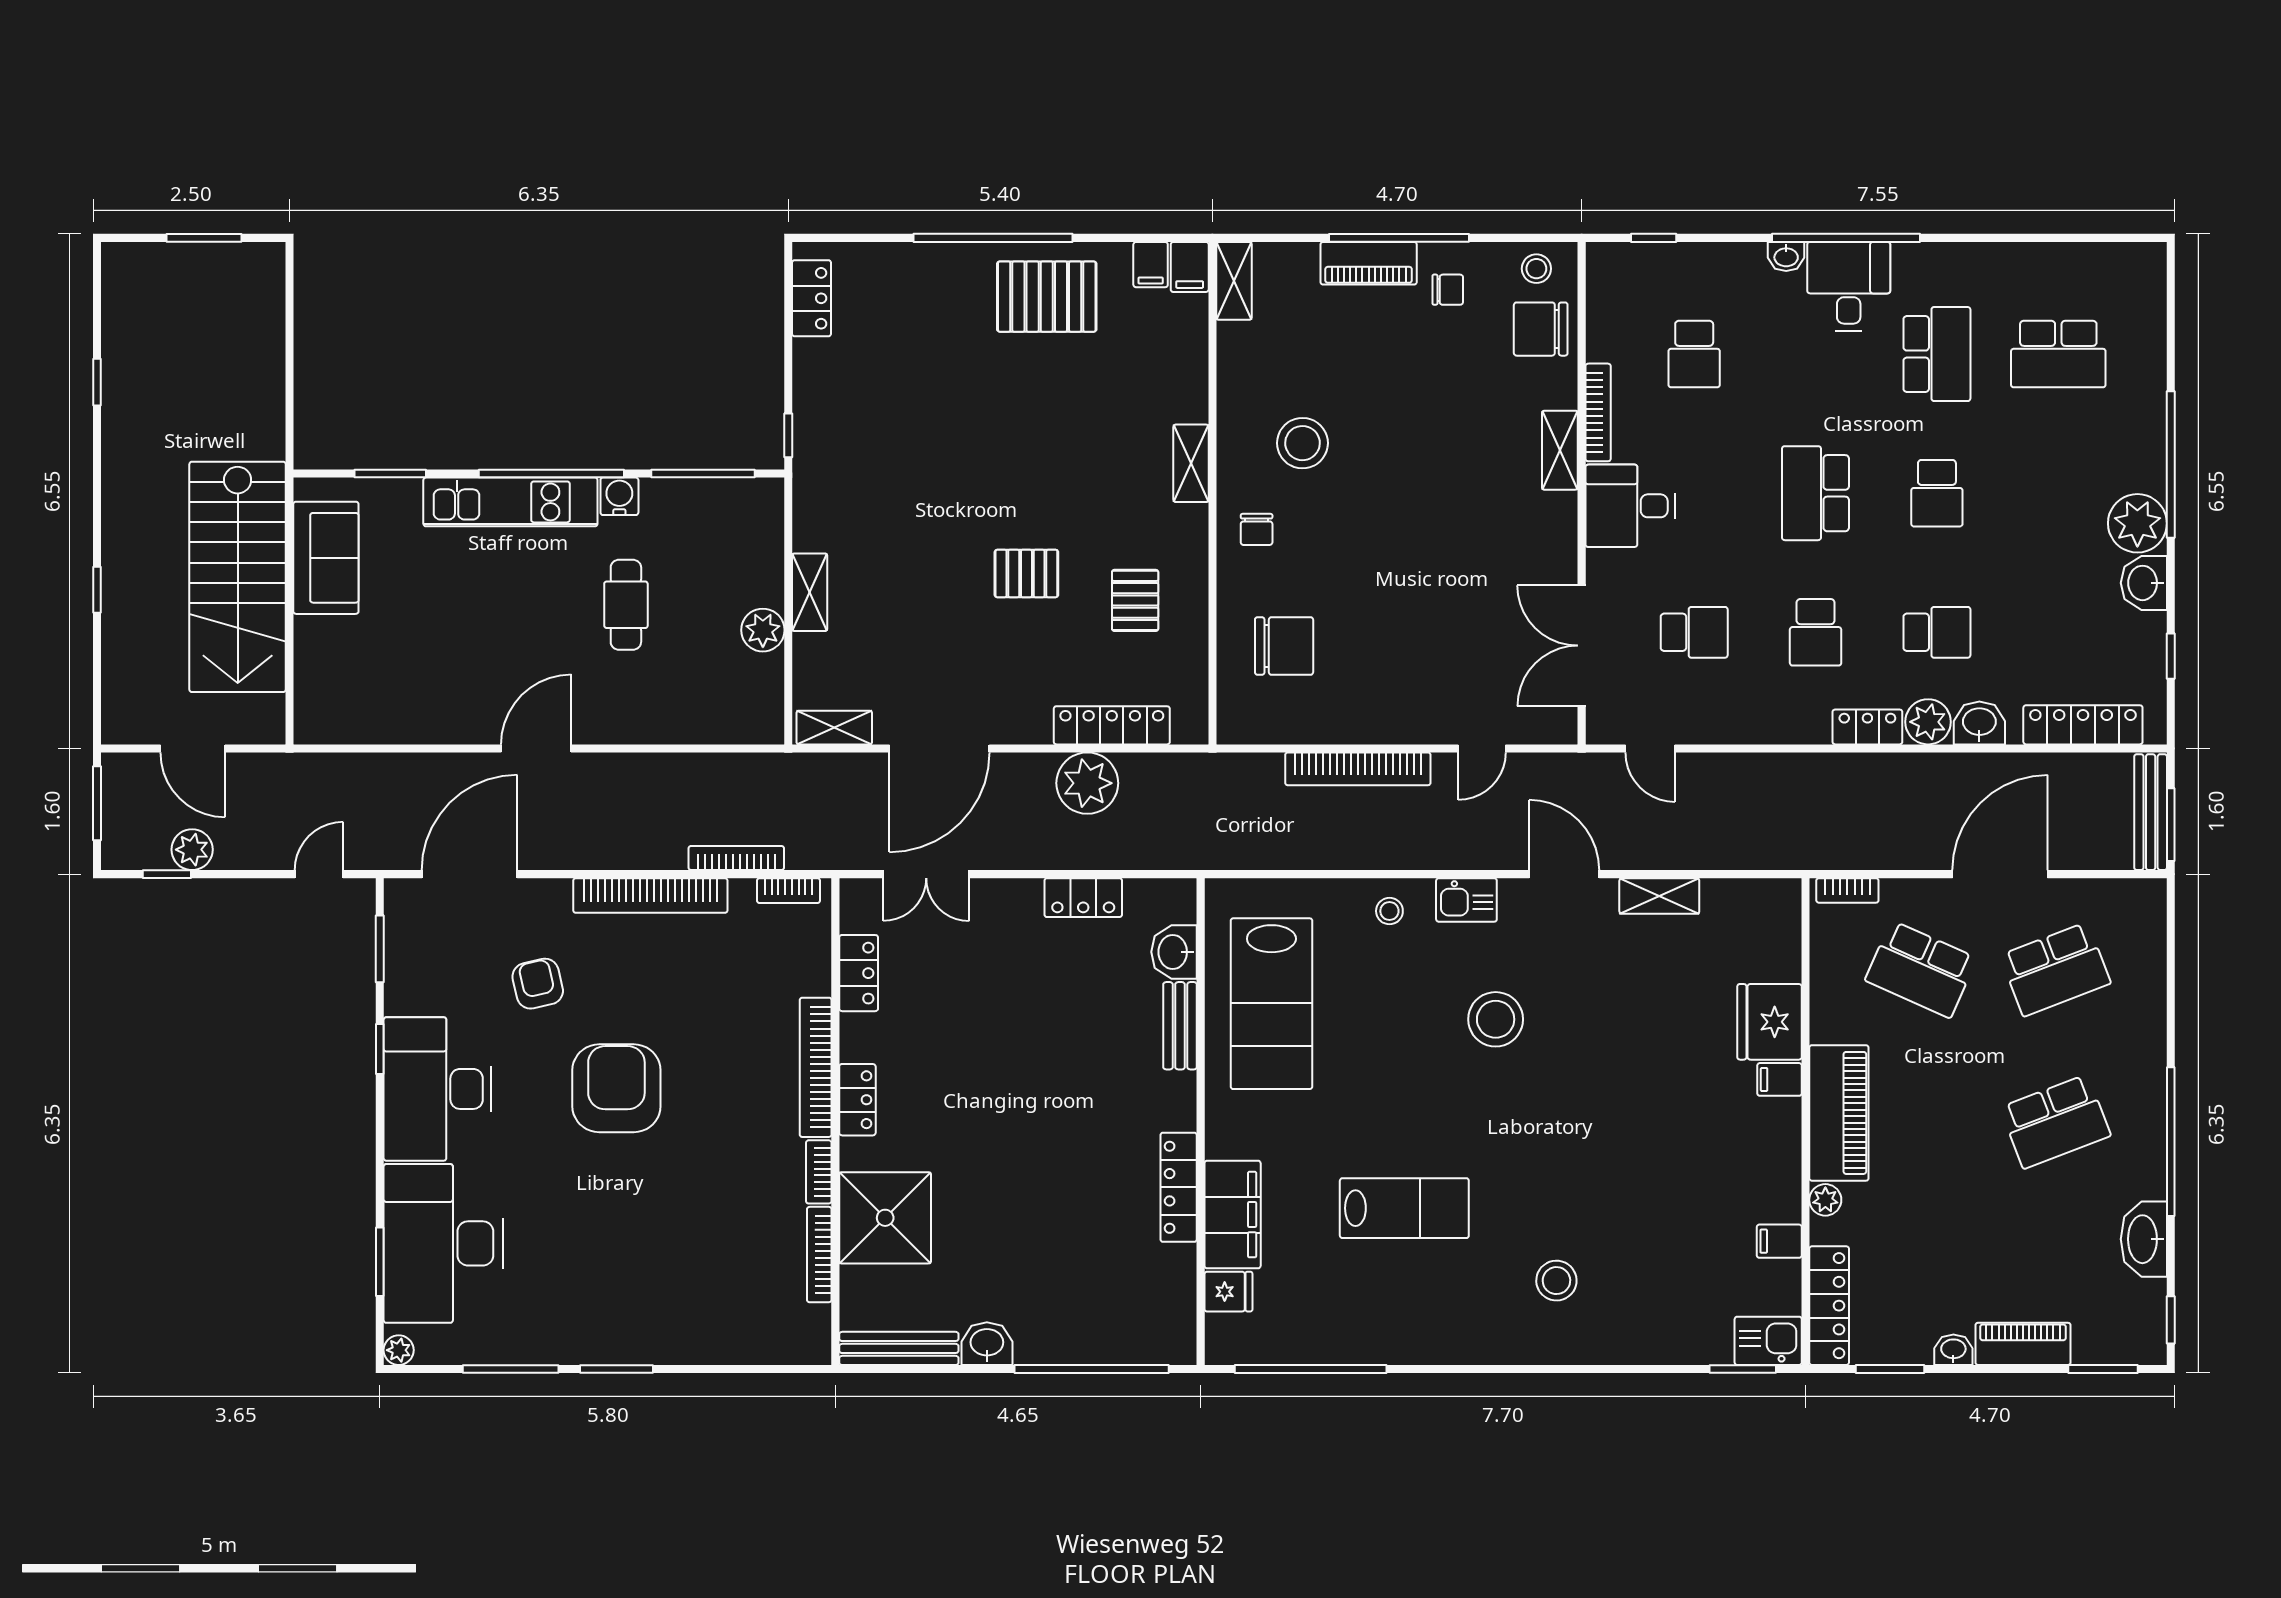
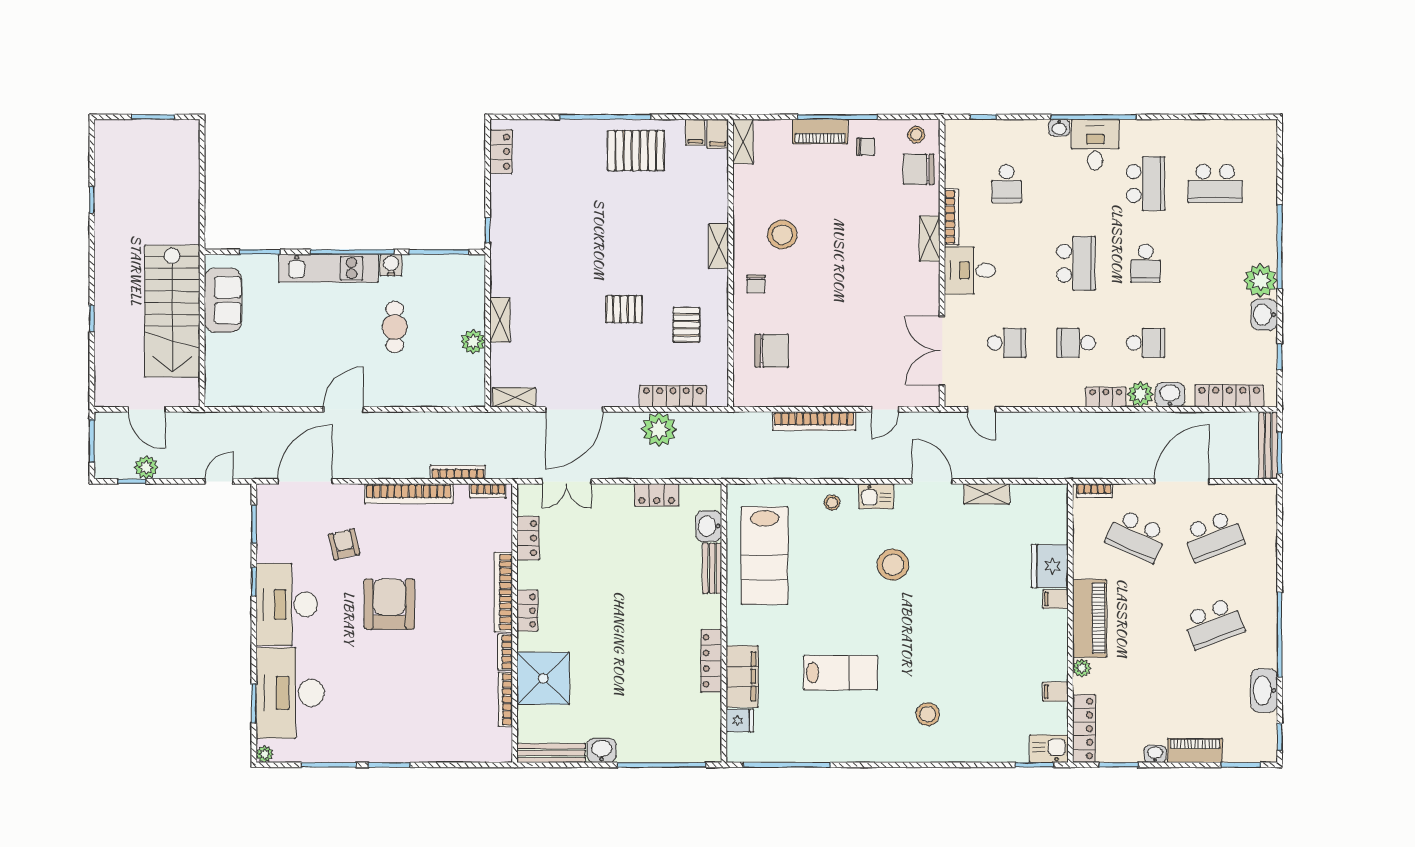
school desk: (1816, 493) -> (1076, 263), turned 180
school desk: (1816, 632) -> (1076, 343), turned 90

